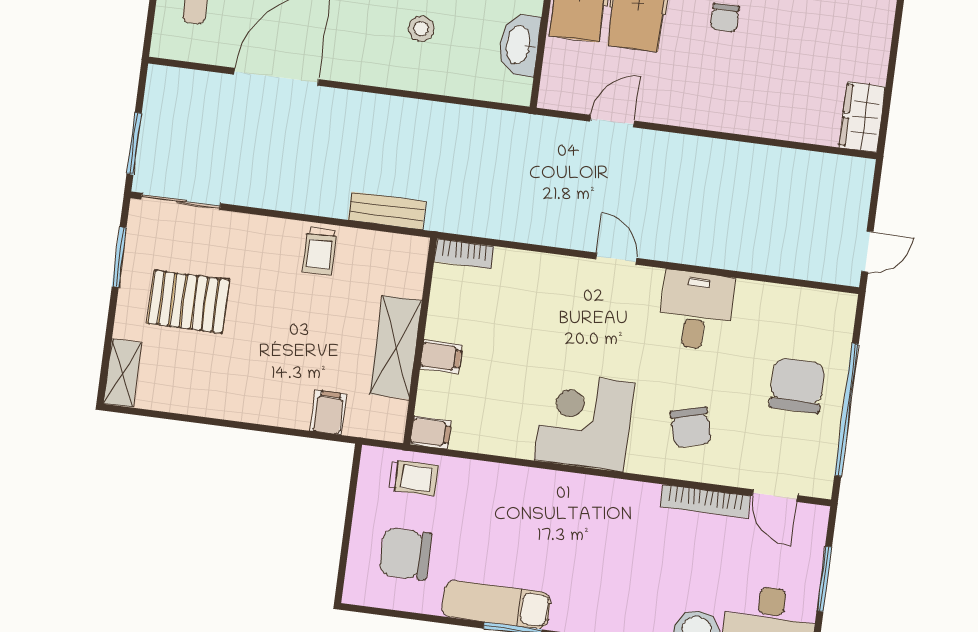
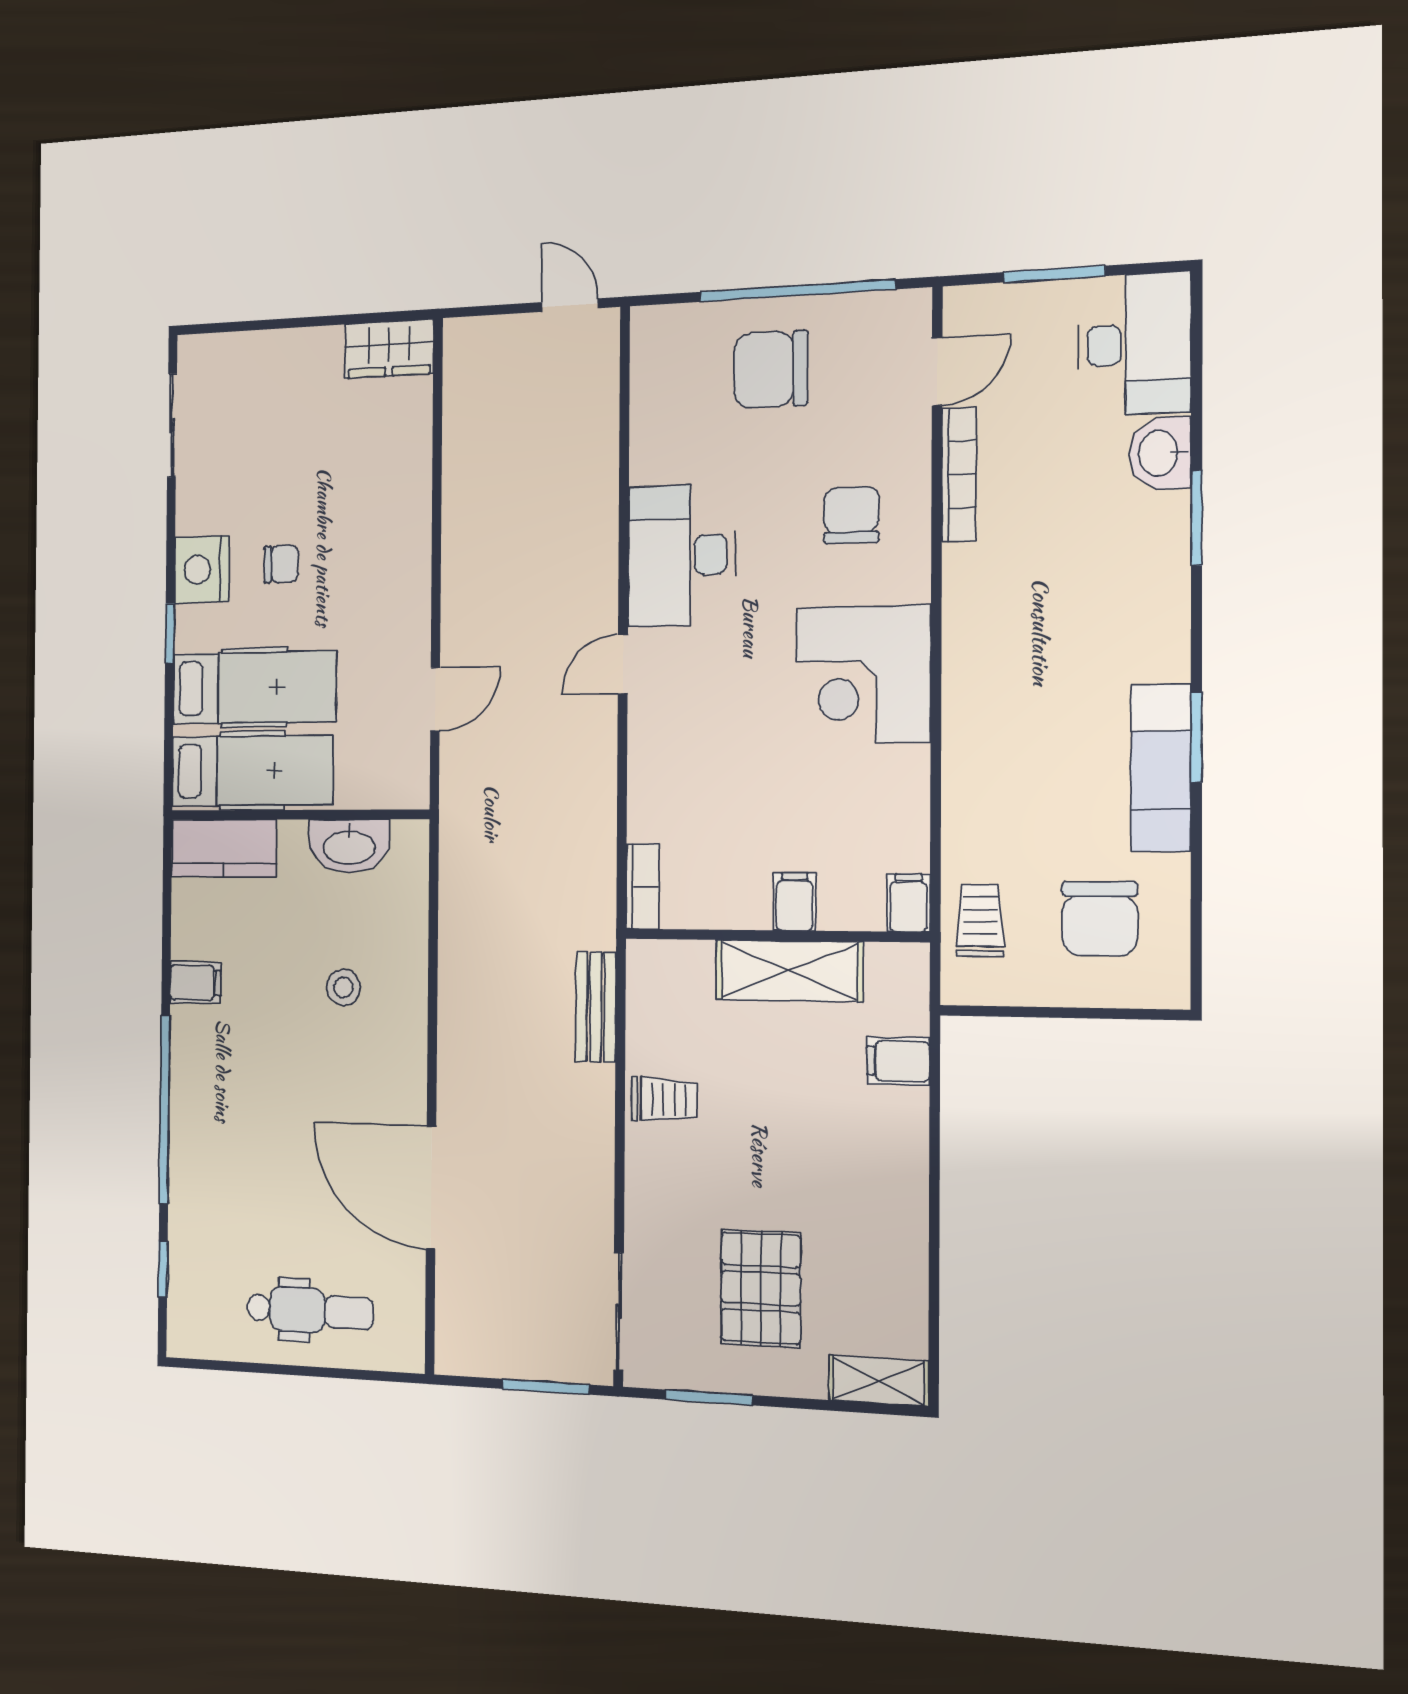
door: (612, 121) -> (435, 699), swing flipped
desk: (696, 310) -> (682, 555), width x1.37
chair: (691, 427) -> (851, 515), turned -75

